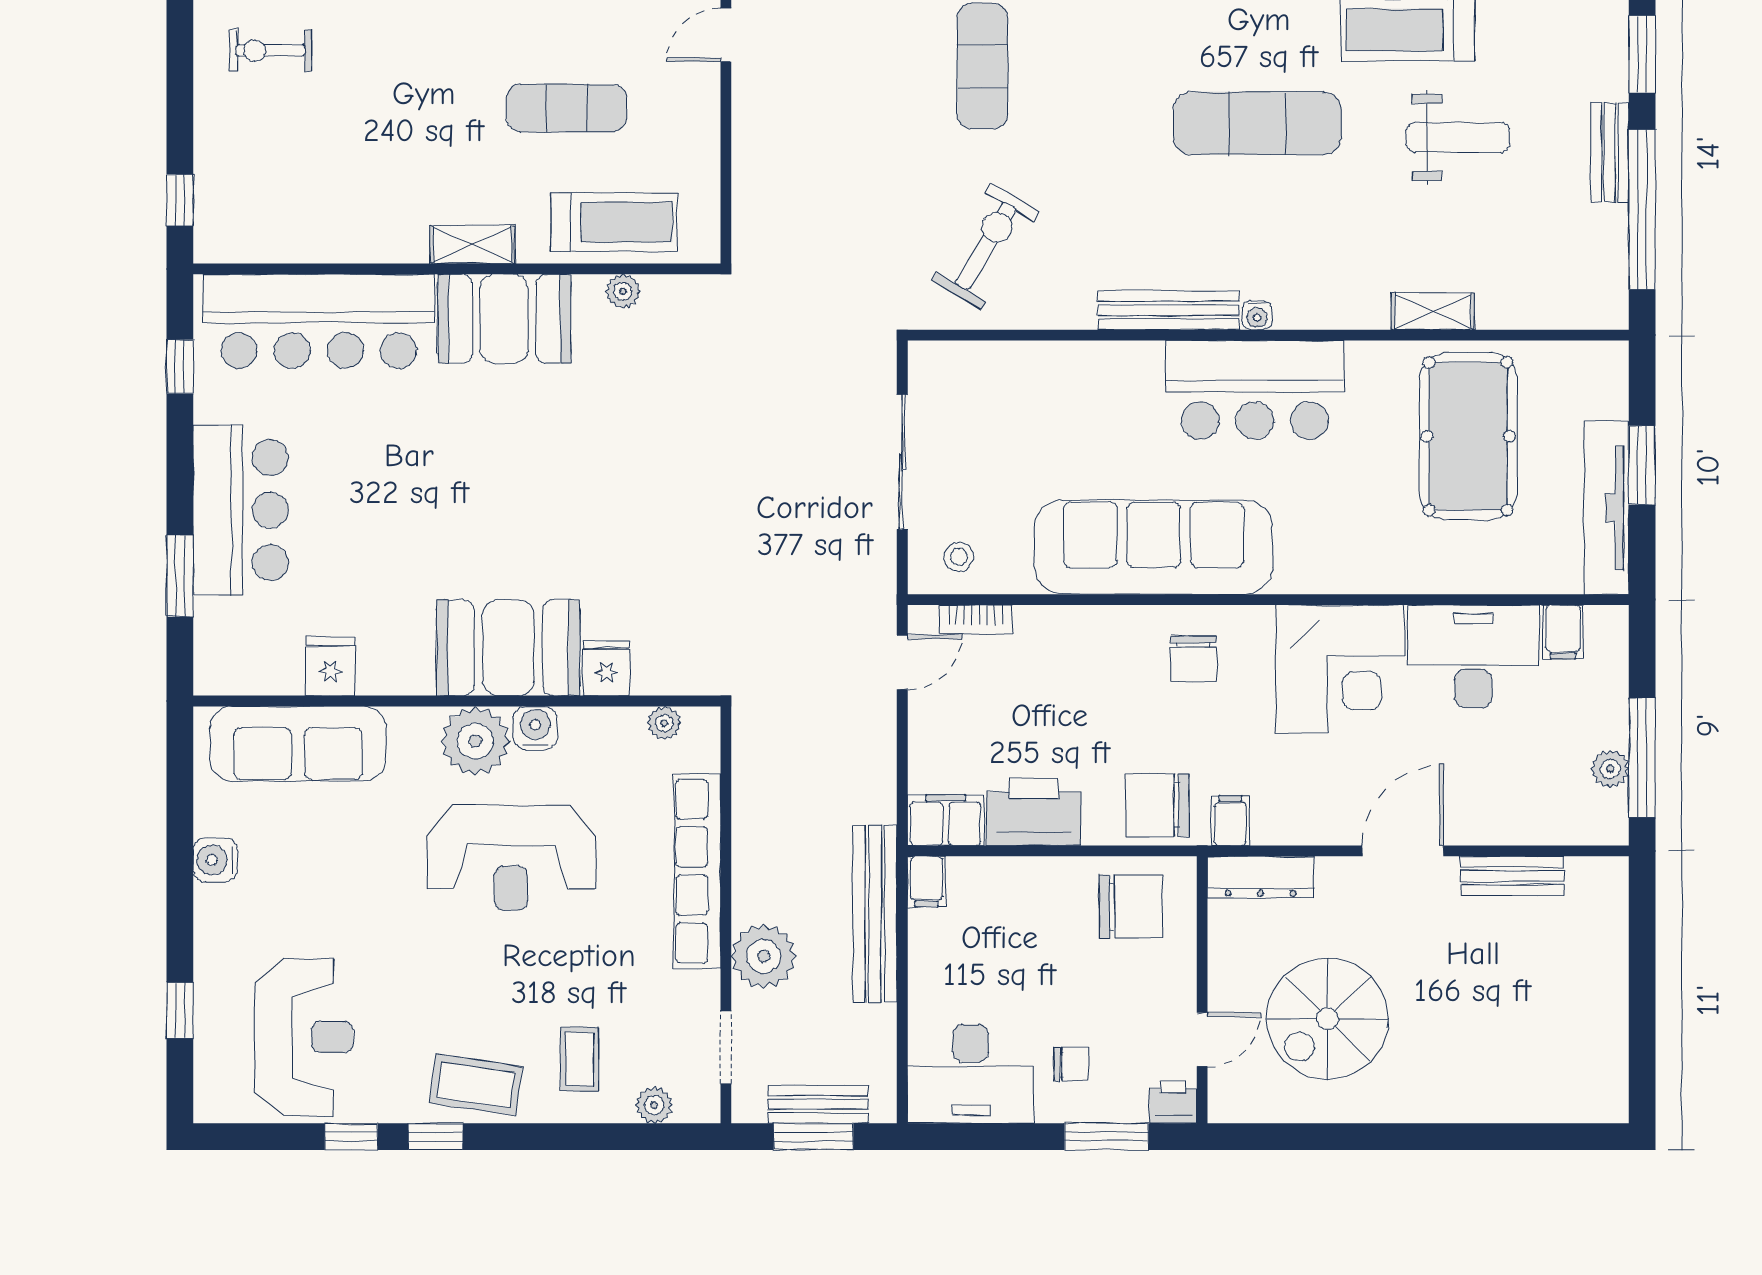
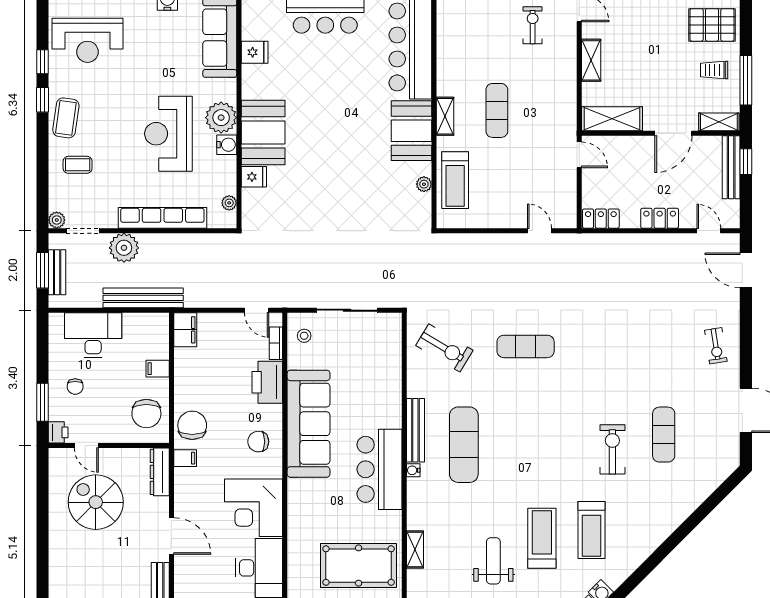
exercise mat: (567, 108) -> (497, 110), moved
exercise mat: (1257, 123) -> (464, 445), moved
weight bench: (1458, 137) -> (493, 561), turned 180
printer: (1034, 812) -> (267, 382), moved, turned 180
filing cabinet: (927, 882) -> (158, 369), moved
desk: (971, 1074) -> (93, 335), moved, turned 90
plant: (654, 1105) -> (57, 220), moved

